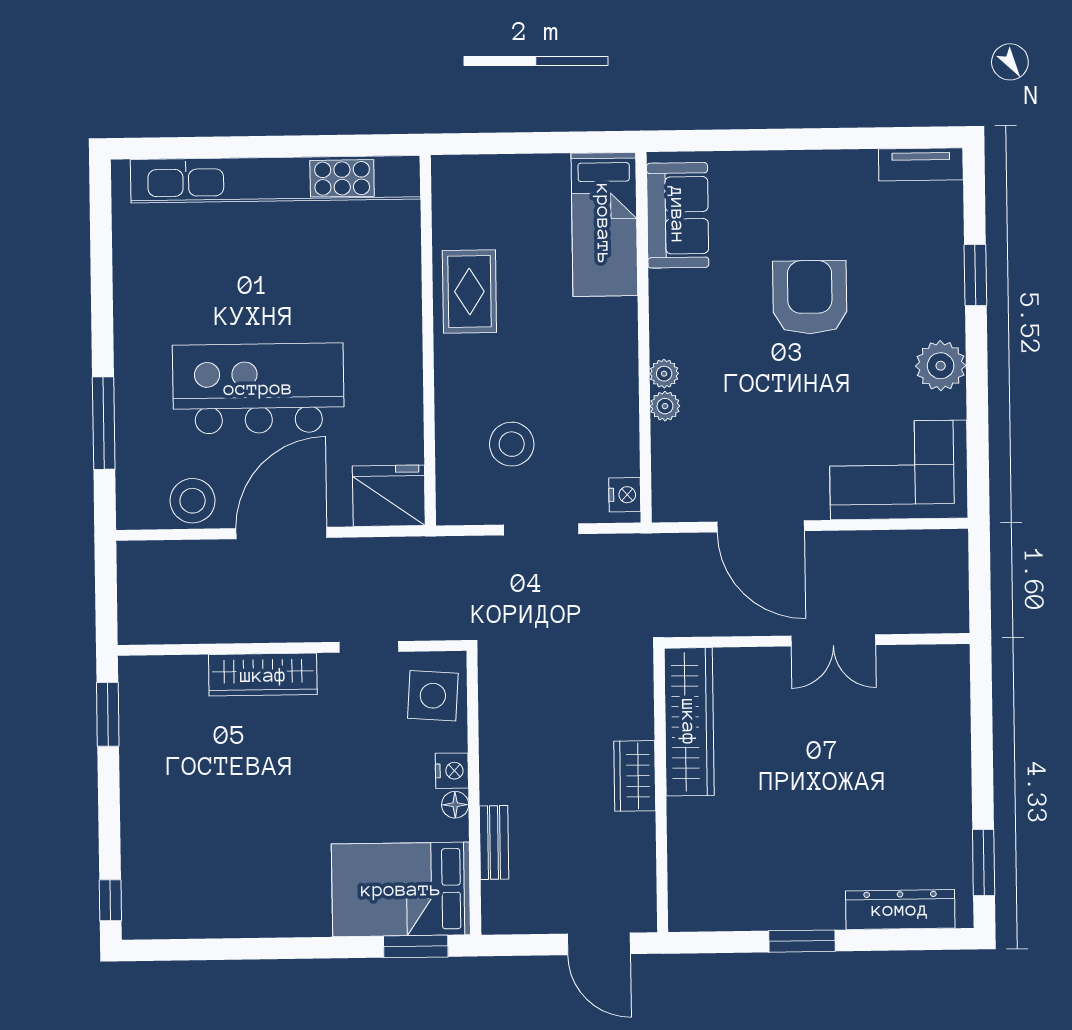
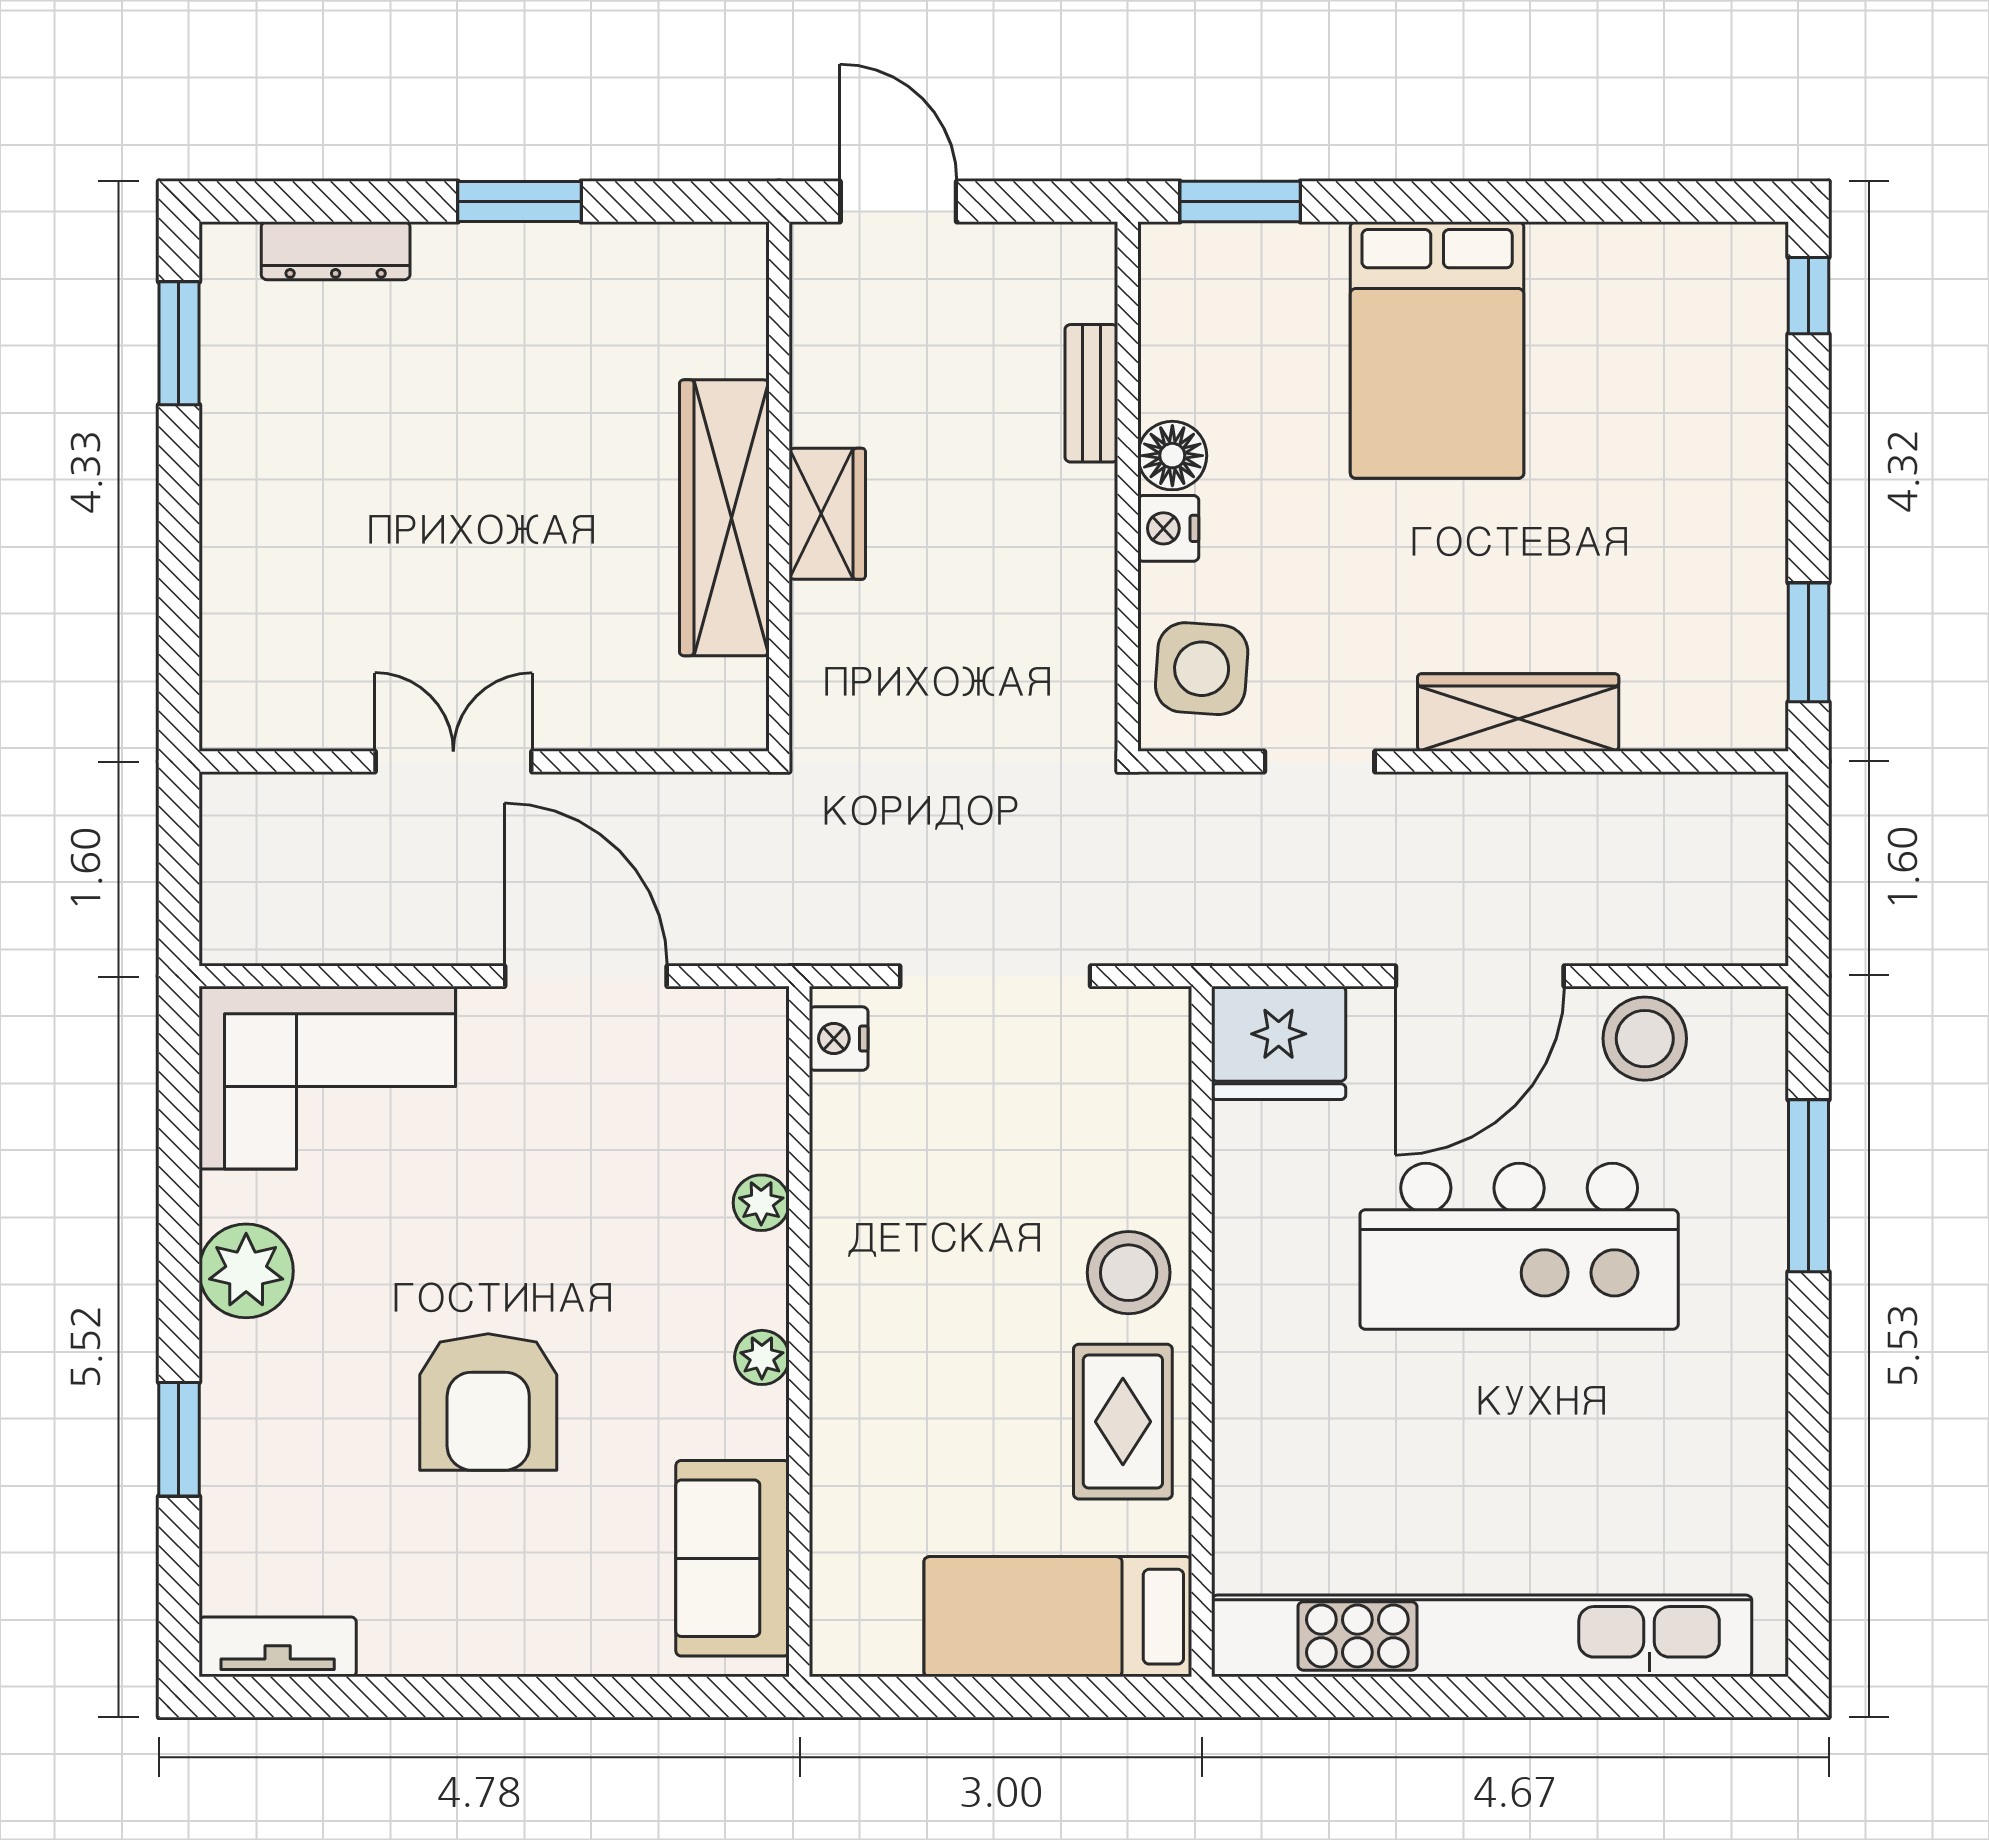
bed: (604, 224) -> (1058, 1617), moved, turned -90
plant: (664, 374) -> (762, 1357), moved
stool: (512, 444) -> (1129, 1273), moved
doorway: (541, 529) -> (995, 976), width x1.36
wardrobe: (689, 722) -> (724, 518), moved
floor lamp: (455, 805) -> (1172, 456), width x1.37, depth x1.37
bed: (401, 889) -> (1437, 350), moved, turned 90
dresser: (900, 909) -> (336, 251), width x0.73, depth x0.80

